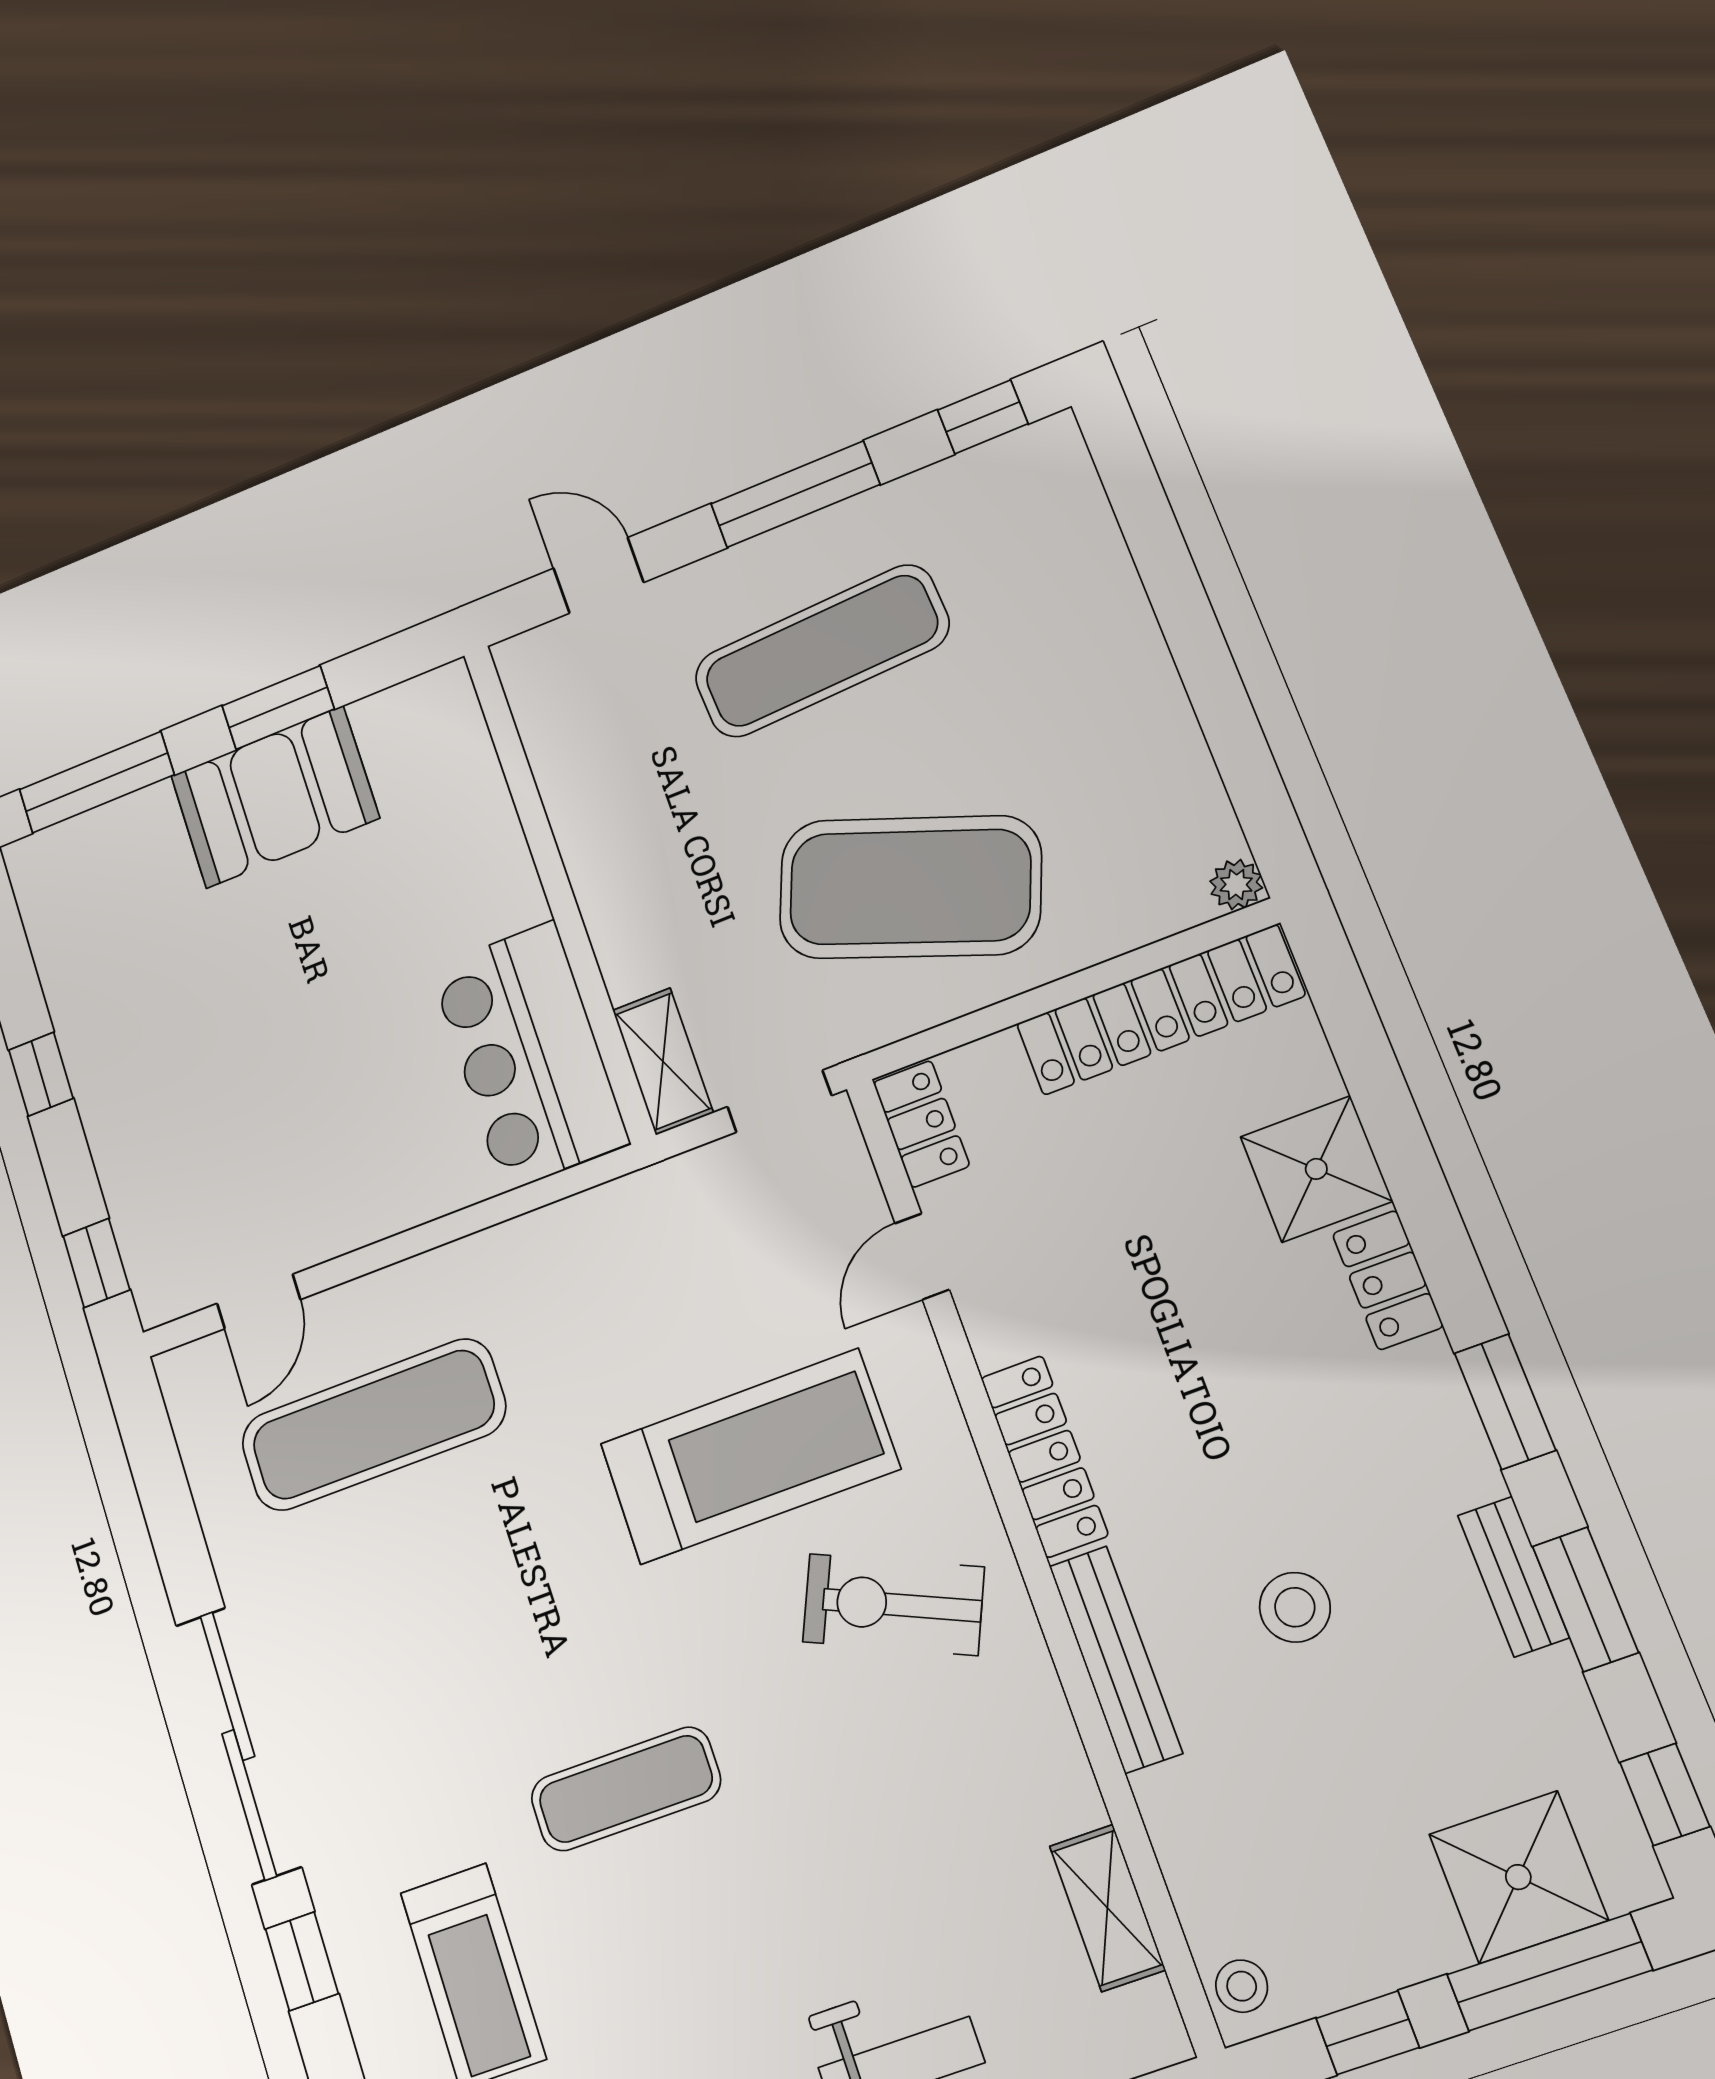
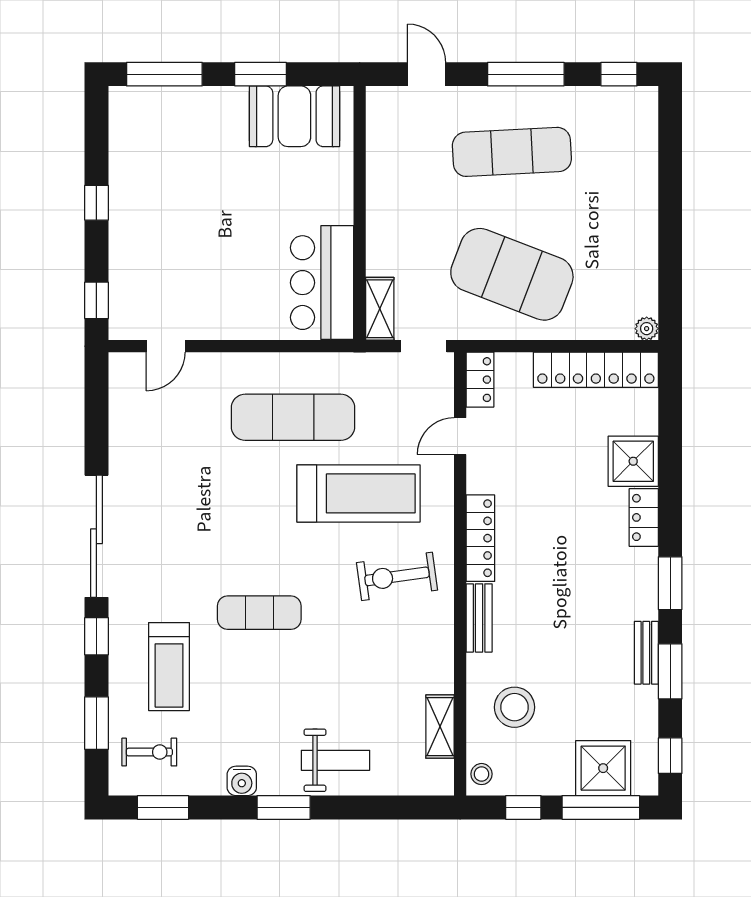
booth: (275, 797) -> (294, 116), moved
exercise mat: (373, 1425) -> (293, 417), moved
exercise bike: (893, 1605) -> (397, 576), turned -32
stool: (1295, 1607) -> (515, 707), moved, width x1.38, depth x1.38
bench: (1116, 1659) -> (479, 618), width x0.73

